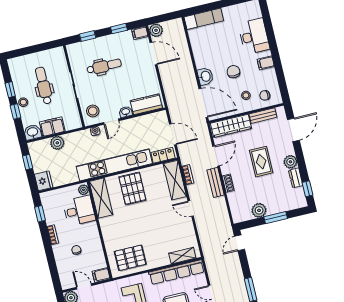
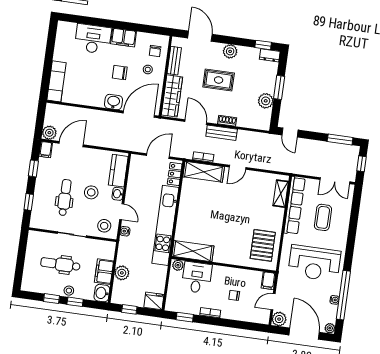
filing cabinet: (266, 63) -> (124, 38), width x2.00
stool: (118, 88) -> (91, 192), added
dresser: (296, 178) -> (270, 55), moved
pallet: (132, 189) -> (196, 217), removed

